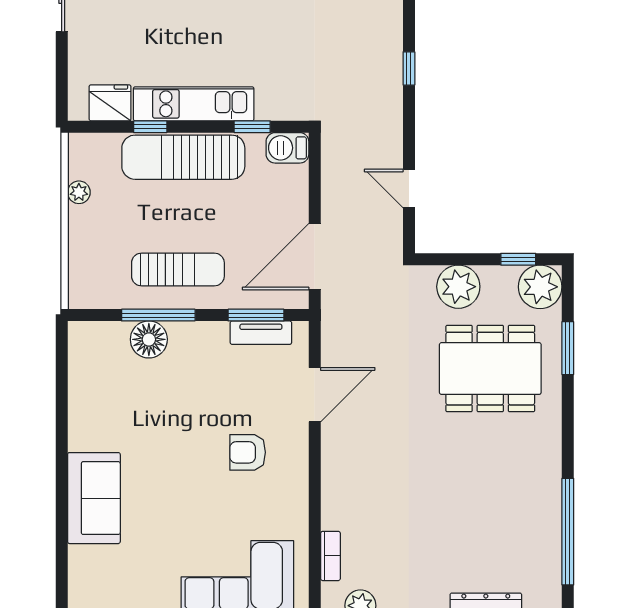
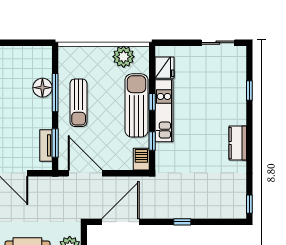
window: (150, 127) -> (152, 102), moved
door: (409, 188) -> (120, 222), width x1.88
plant: (79, 192) -> (124, 57), width x1.88, depth x1.88

